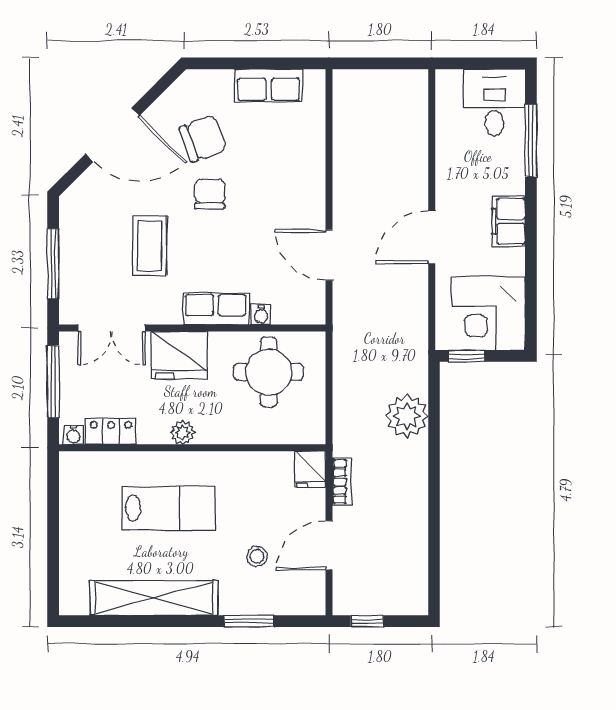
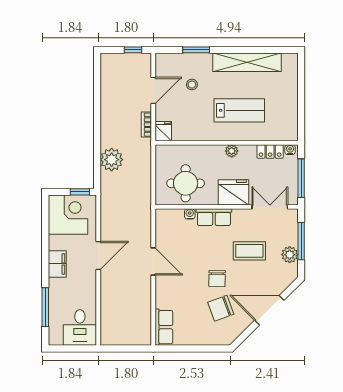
row of seats: (269, 85) -> (164, 327), moved, turned 90
desk: (494, 103) -> (80, 328), moved
plant: (74, 239) -> (290, 255), added
coffee table: (150, 246) -> (249, 251), turned 90
door: (329, 255) -> (153, 261), moved
lab bench: (169, 508) -> (239, 110), turned 180

